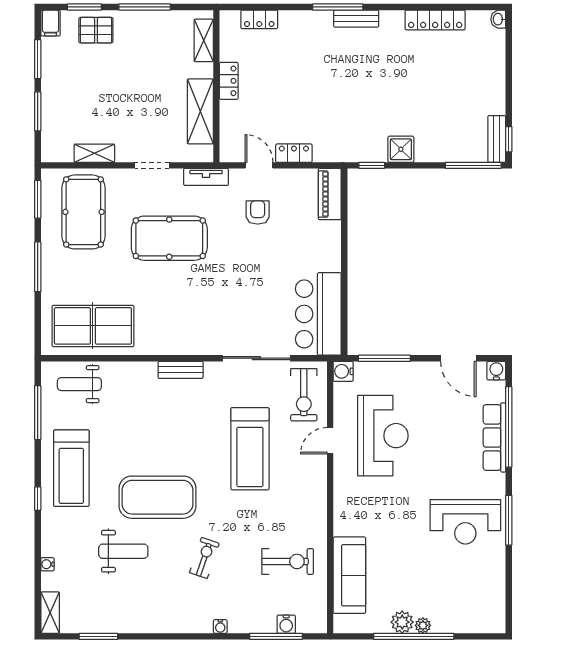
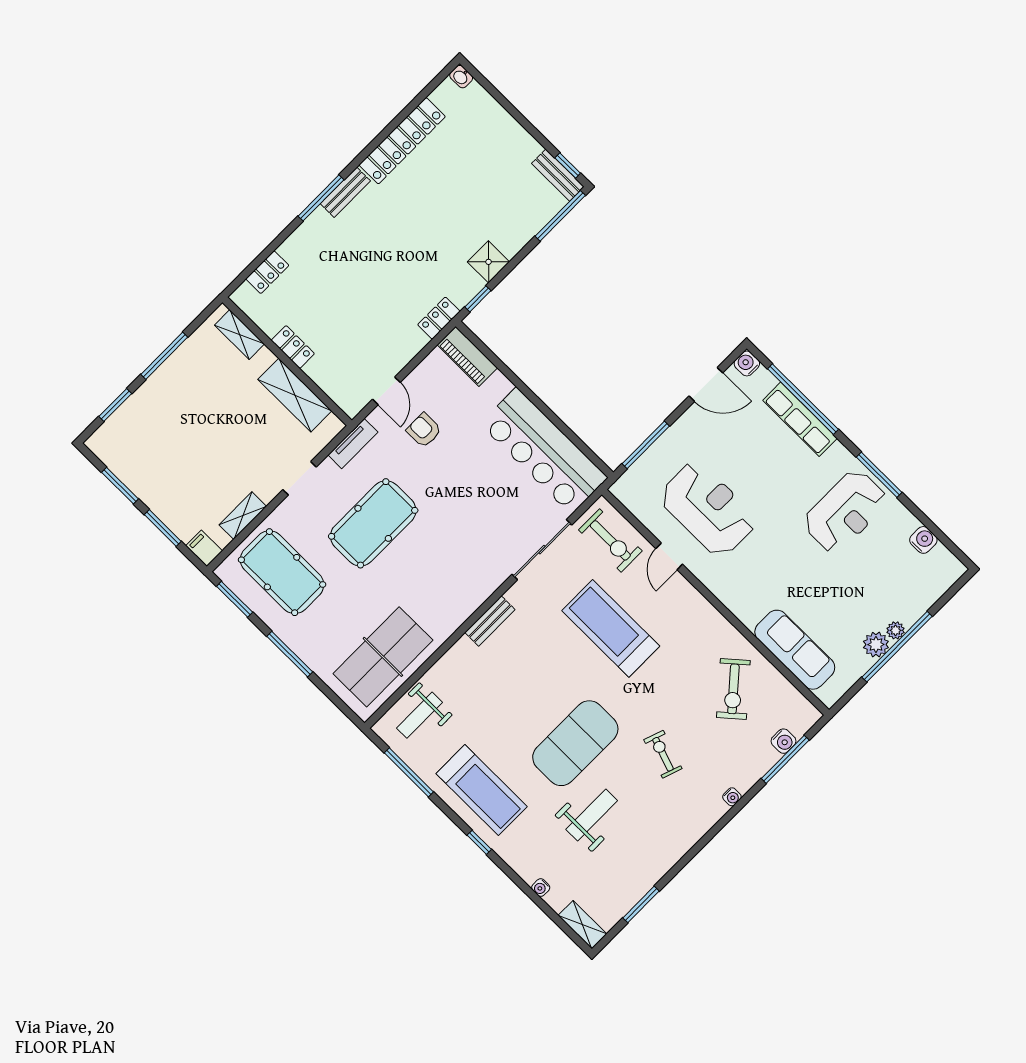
locker: (435, 20) -> (402, 141), width x1.41, depth x1.21
filing cabinet: (50, 23) -> (204, 548), moved, turned 180
pallet: (96, 30) -> (144, 414), removed
locker: (294, 153) -> (439, 318), moved
door: (259, 165) -> (386, 391), swing flipped
bar counter: (318, 314) -> (544, 451), width x1.36
water cooler: (343, 371) -> (923, 540), moved, turned 180
treadmill: (250, 449) -> (611, 628), turned 180
exercise bike: (288, 561) -> (733, 689), turned 139

